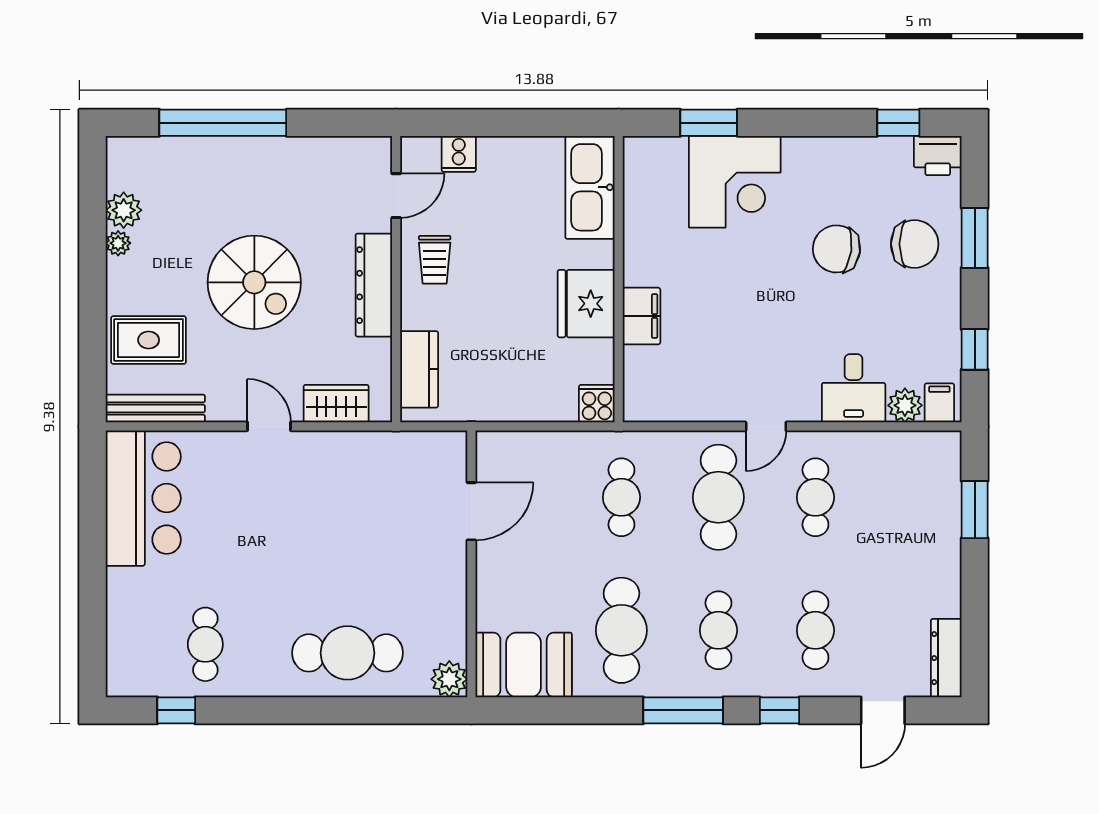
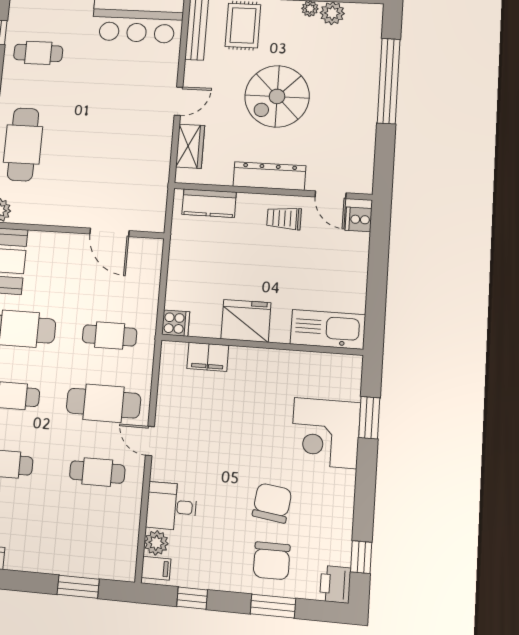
cooker: (459, 154) -> (359, 219), moved
filing cabinet: (641, 316) -> (208, 357), moved

